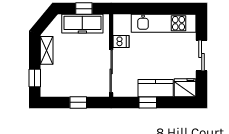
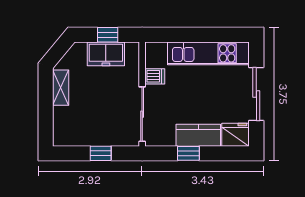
freezer: (82, 24) -> (106, 54), width x0.71
sliding door: (202, 55) -> (256, 94), width x1.37
window: (35, 78) -> (46, 122), removed

